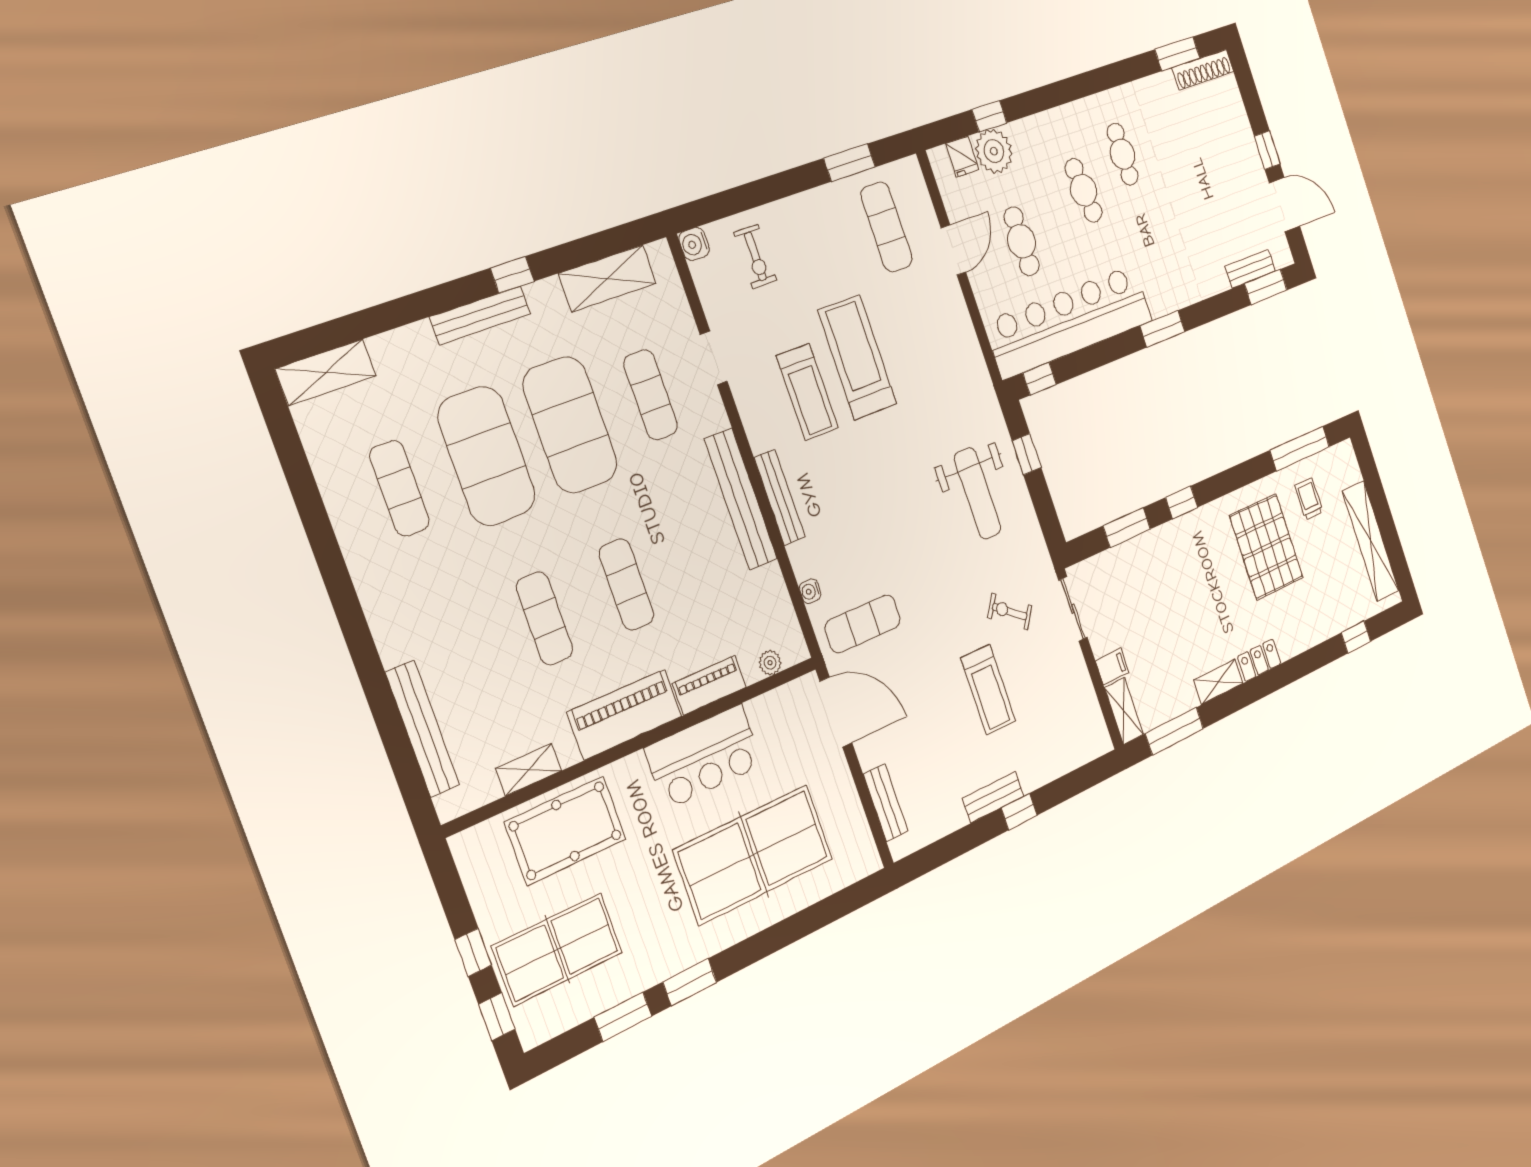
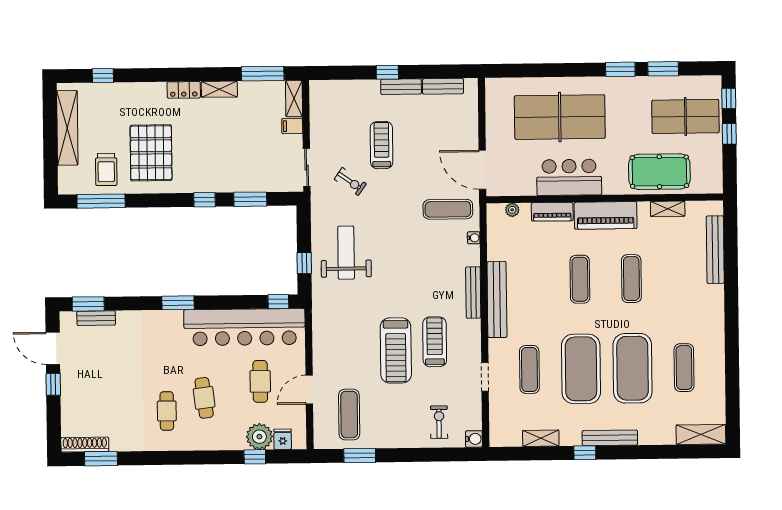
shelving: (607, 278) -> (541, 438), width x0.67, depth x0.75
trolley: (1309, 499) -> (106, 169), width x1.36, depth x1.39
bench: (886, 803) -> (443, 86), moved, turned 90

